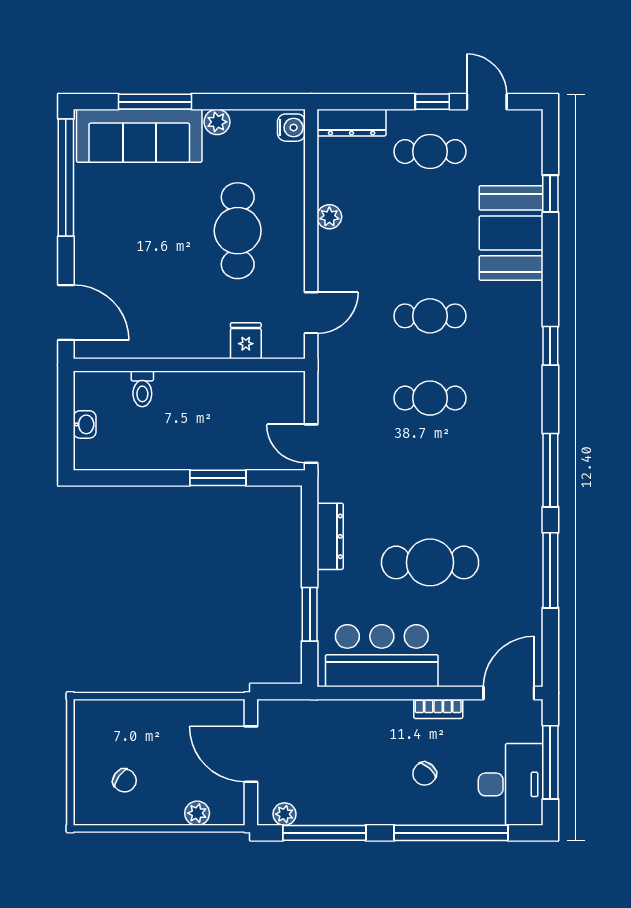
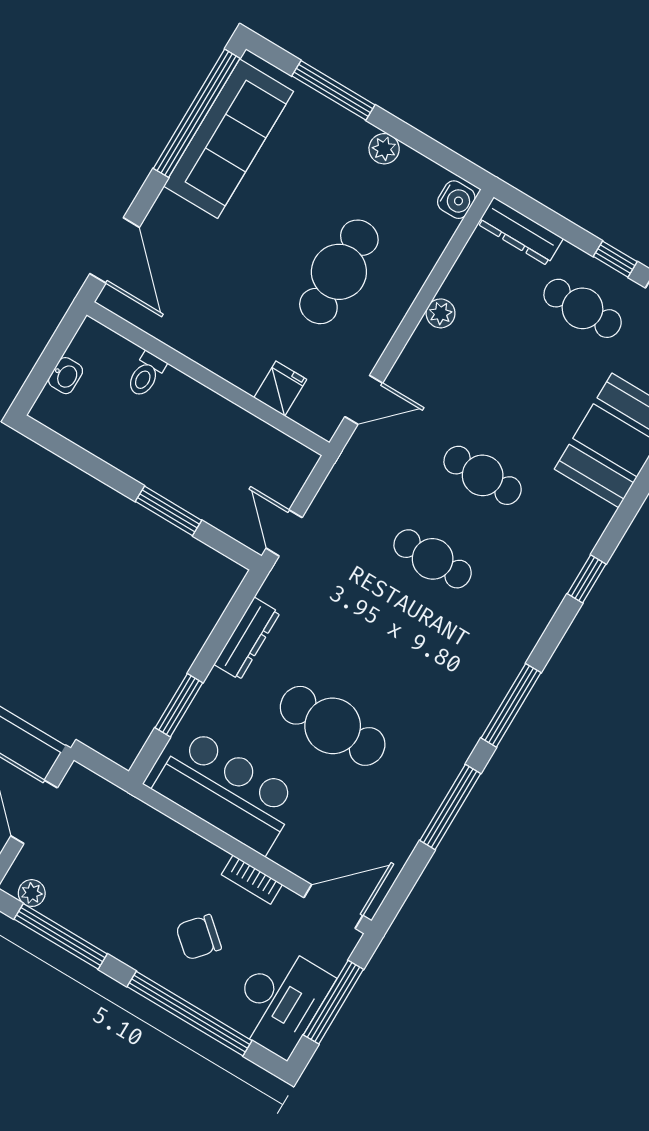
sofa: (139, 136) -> (229, 139), moved, turned -90
chair: (425, 774) -> (199, 937), width x1.37, depth x1.37

